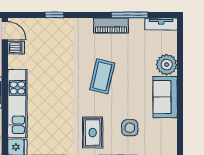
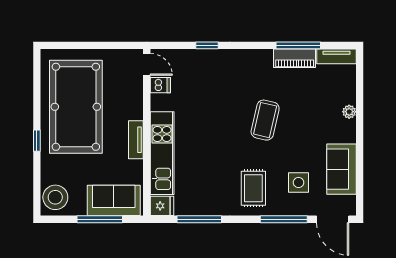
piano: (111, 26) -> (295, 58), moved
plant: (167, 65) -> (349, 112), width x0.53, depth x0.53
sofa: (165, 97) -> (341, 169), moved

